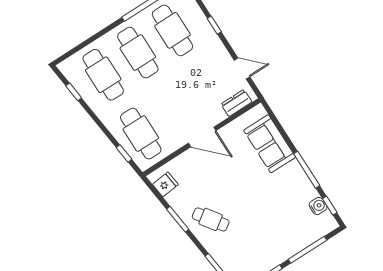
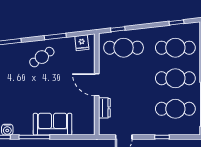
dresser: (236, 103) -> (104, 108), moved
door: (202, 137) -> (97, 85), hinge flipped
sofa: (270, 144) -> (52, 124), moved

